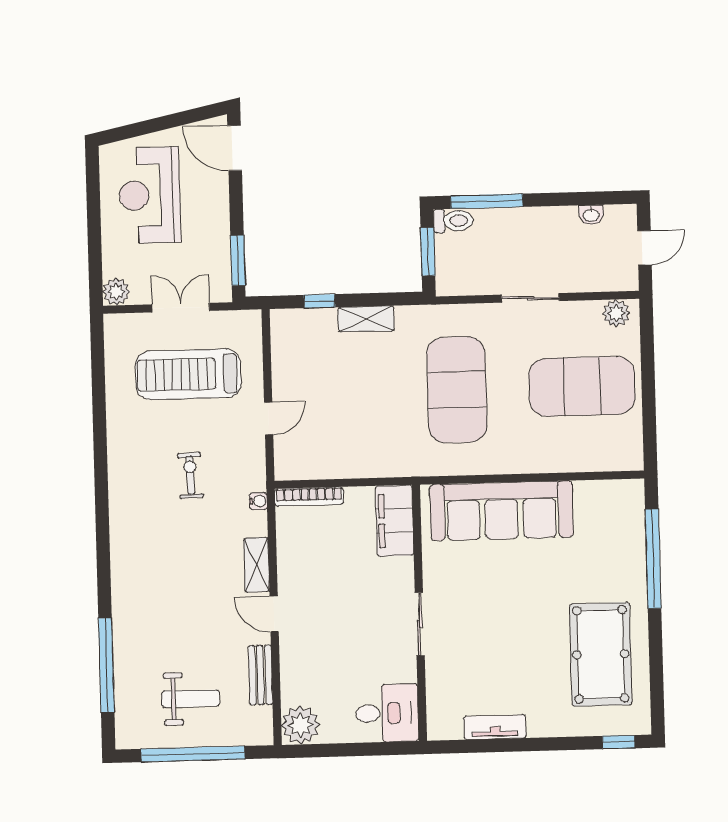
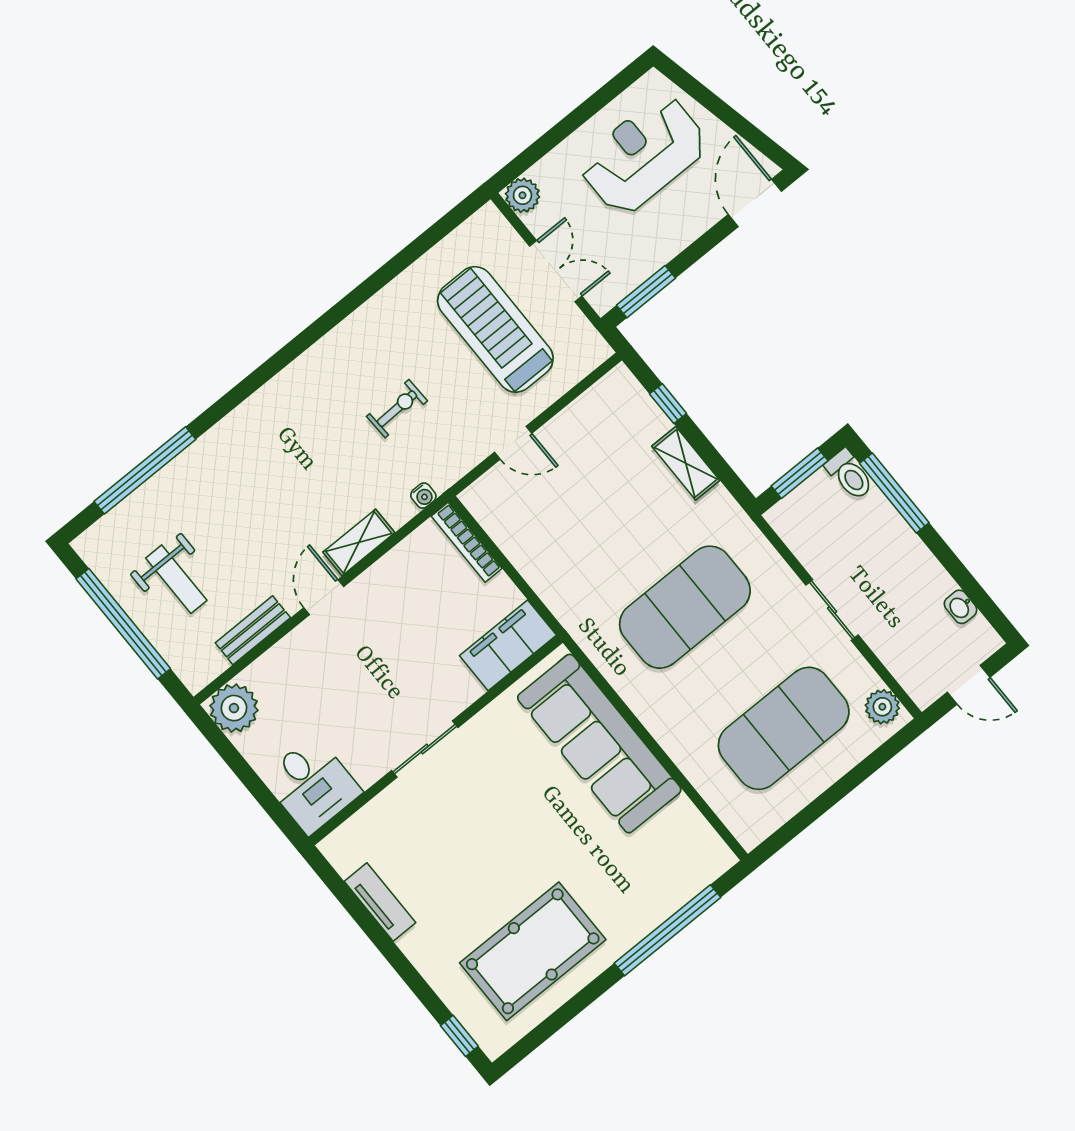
exercise mat: (582, 386) -> (784, 728), turned 90

